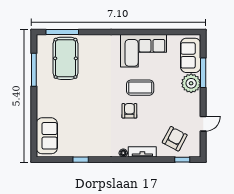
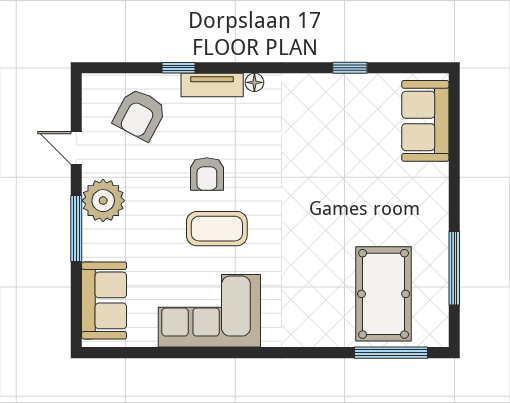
window: (203, 73) -> (76, 228), moved
plant: (191, 83) -> (103, 201), moved
armchair: (129, 111) -> (207, 174), moved
door: (203, 124) -> (76, 148), hinge flipped
window: (182, 160) -> (179, 68), moved

